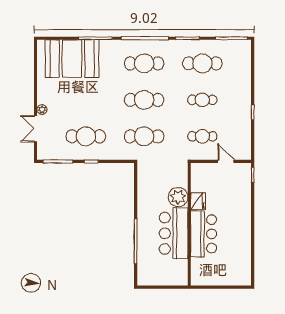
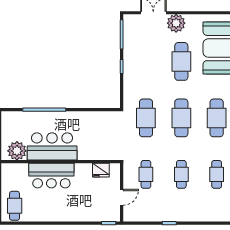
cafe table: (202, 63) -> (217, 174), width x0.73, depth x0.74
plant: (42, 110) -> (176, 23), width x1.88, depth x1.88
cafe table: (86, 136) -> (181, 61), moved
plant: (178, 197) -> (17, 151), moved
fridge: (198, 201) -> (101, 170), moved
cafe table: (235, 272) -> (15, 206), added

